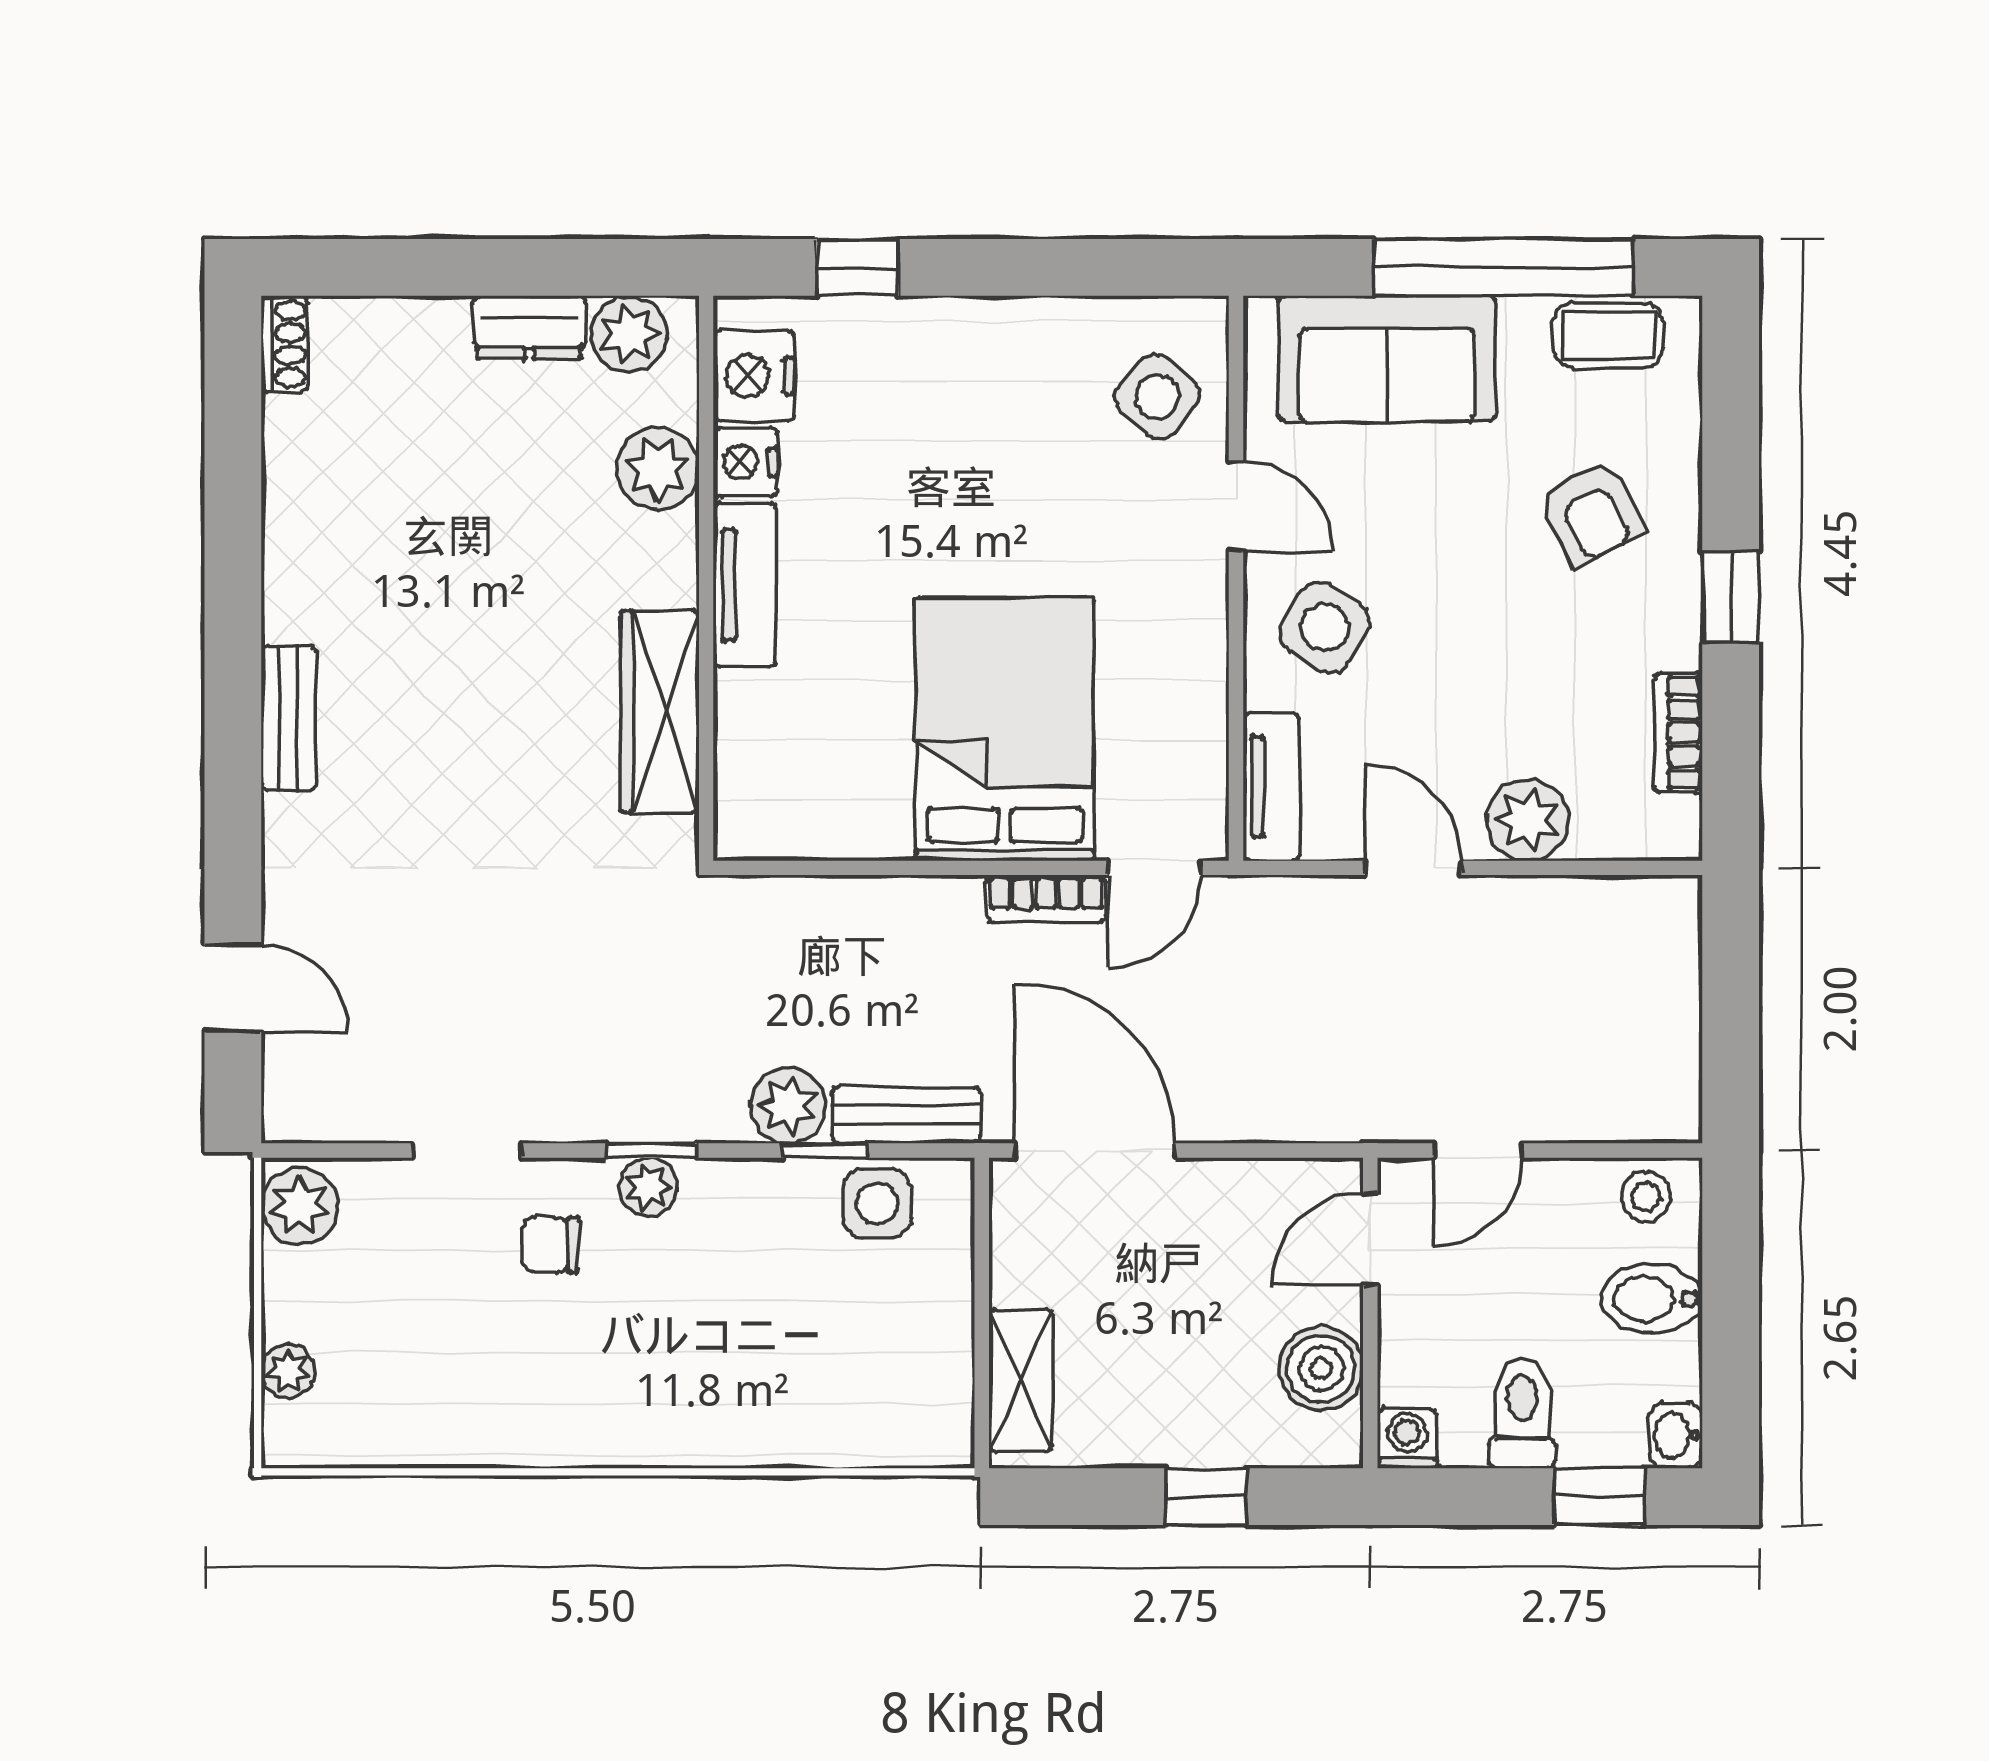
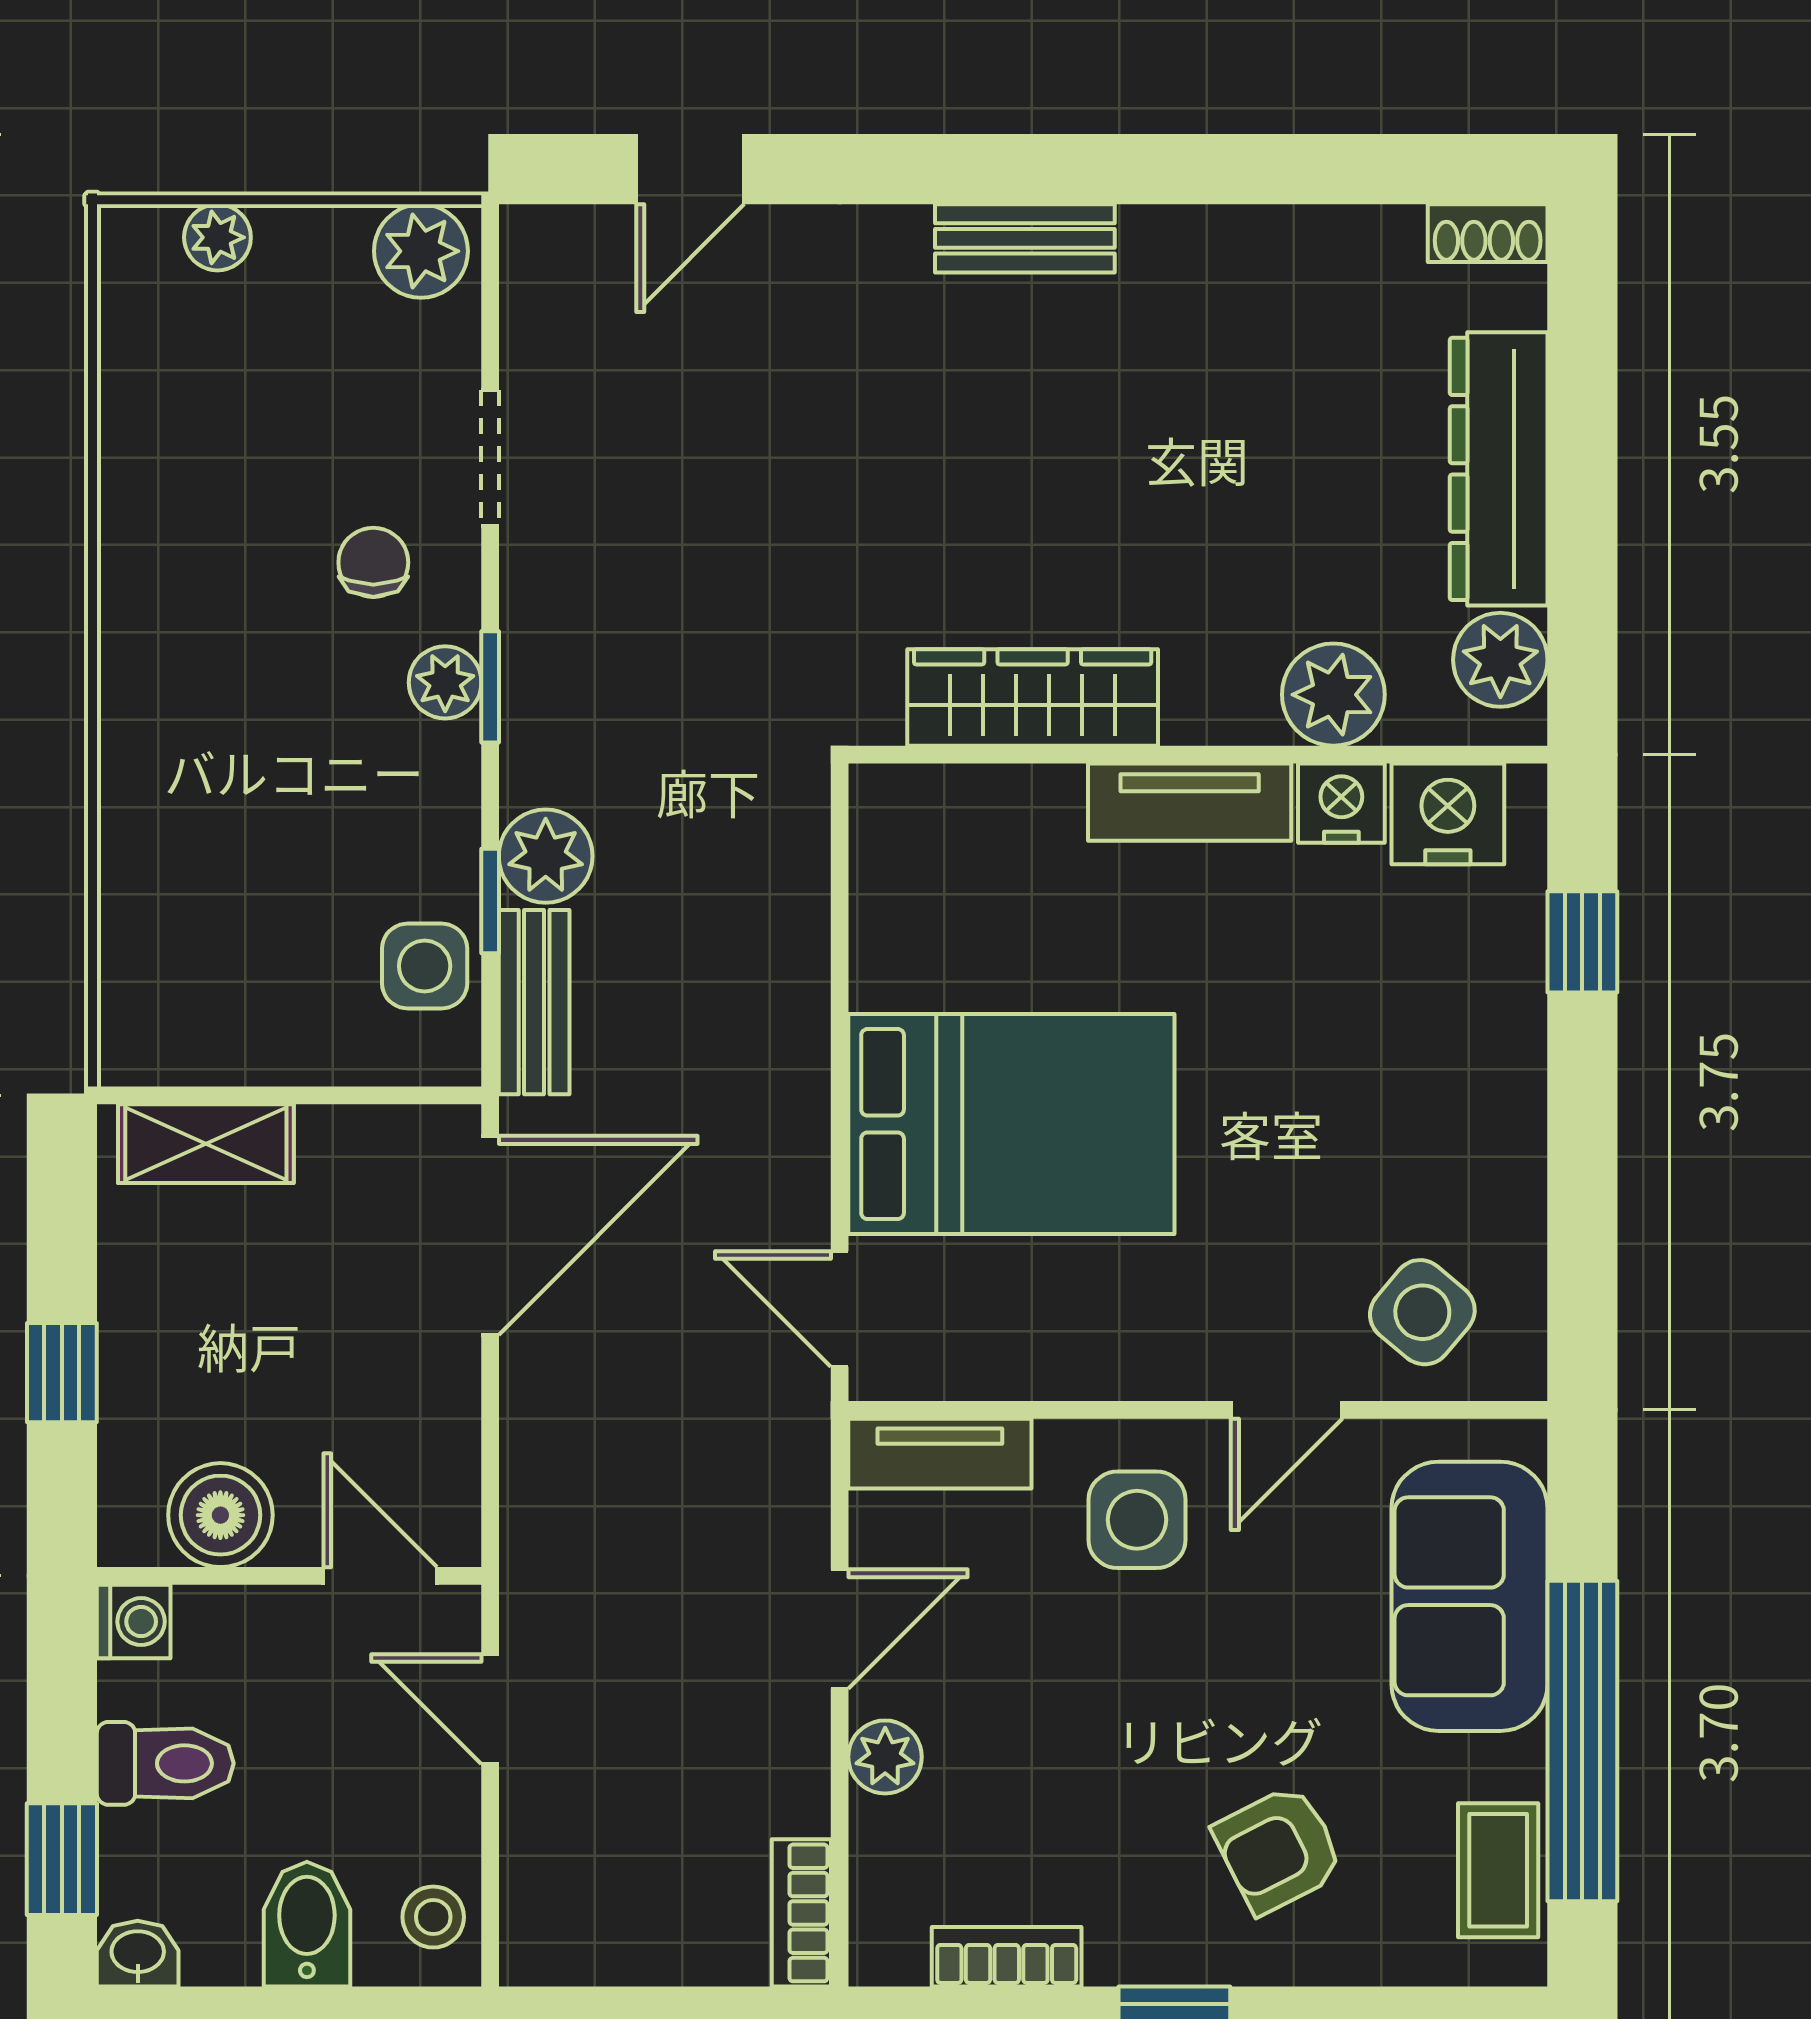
dresser: (529, 327) -> (1499, 469), width x1.96, depth x1.24
side table: (1325, 627) -> (1137, 1520), turned -31
plant: (1528, 820) -> (885, 1757), width x0.73, depth x0.73
bookcase: (1046, 899) -> (801, 1913), moved

